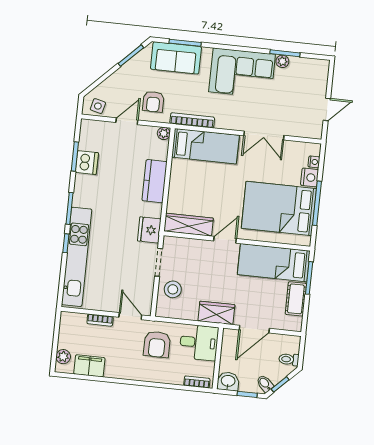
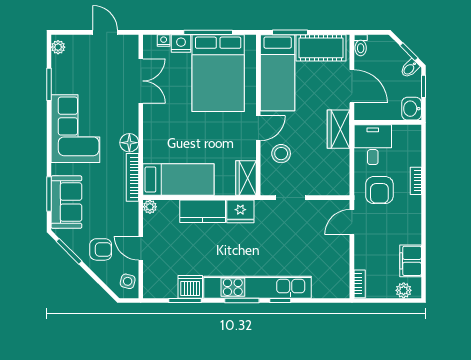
plant: (282, 61) -> (58, 47), moved
armchair: (153, 102) -> (101, 249), moved
floor lamp: (224, 121) -> (129, 143), added
double door: (264, 136) -> (141, 81), moved
bed: (205, 146) -> (178, 179), moved, turned 90
wardrobe: (189, 225) -> (246, 178), width x0.67
fridge: (149, 230) -> (240, 211), moved
door: (225, 240) -> (258, 128), swing flipped
kitchen unit: (77, 257) -> (257, 287), moved
stool: (173, 289) -> (281, 154), moved
cot: (296, 299) -> (321, 48), width x1.37, depth x1.34
bookcase: (100, 320) -> (360, 284), moved
armchair: (157, 344) -> (379, 190), turned 90
toilet: (289, 359) -> (361, 45), moved
bookcase: (197, 382) -> (416, 181), moved

